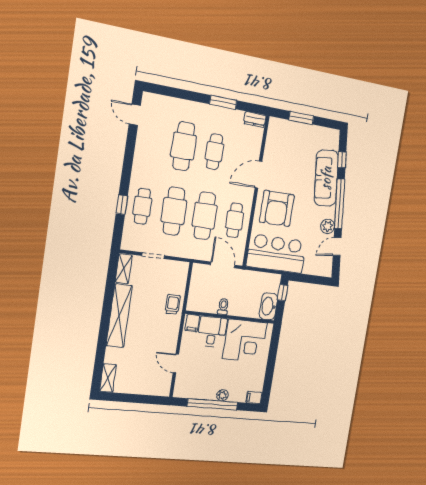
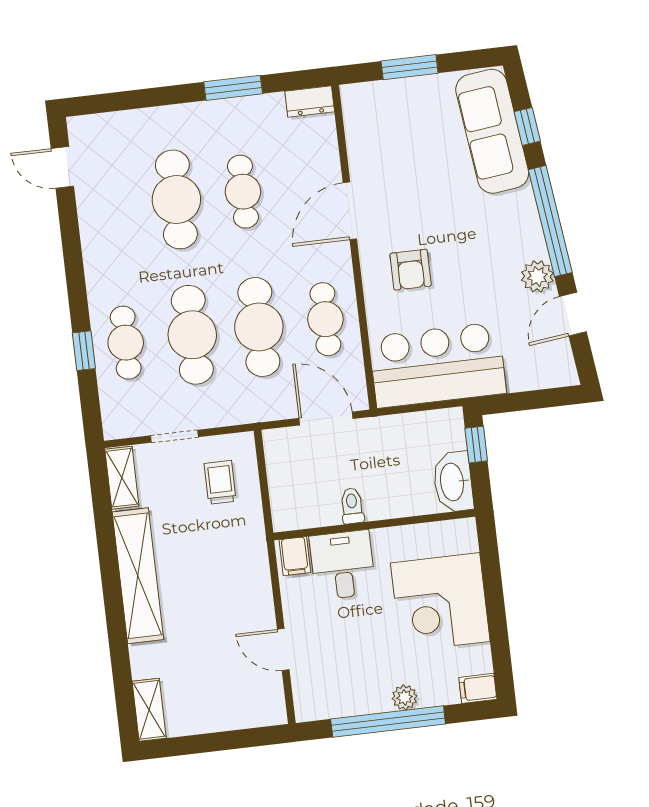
sofa: (326, 178) -> (492, 131), moved
armchair: (277, 208) -> (411, 270), width x0.53, depth x0.53
trolley: (173, 304) -> (220, 482), moved
corner desk: (245, 341) -> (440, 602), moved, turned 90

